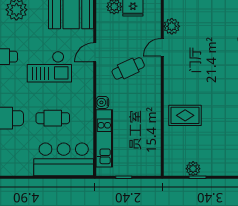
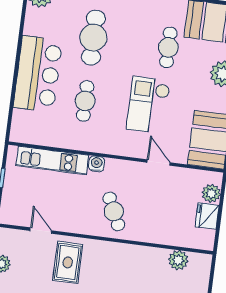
door: (162, 47) -> (41, 231), moved
cafe table: (128, 68) -> (114, 211), moved
bar counter: (64, 159) -> (38, 74), moved

